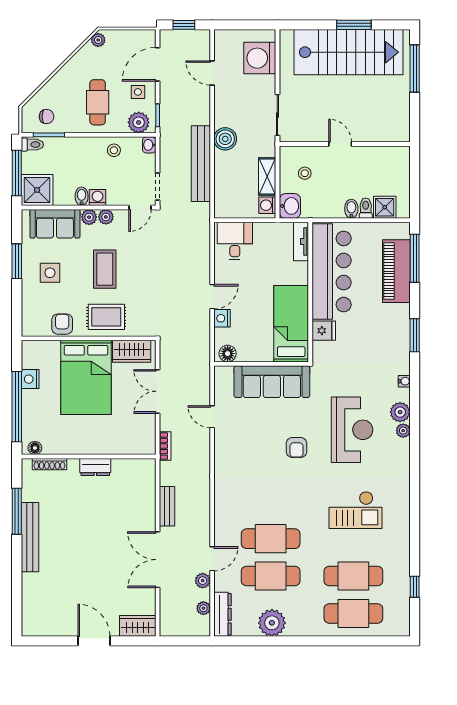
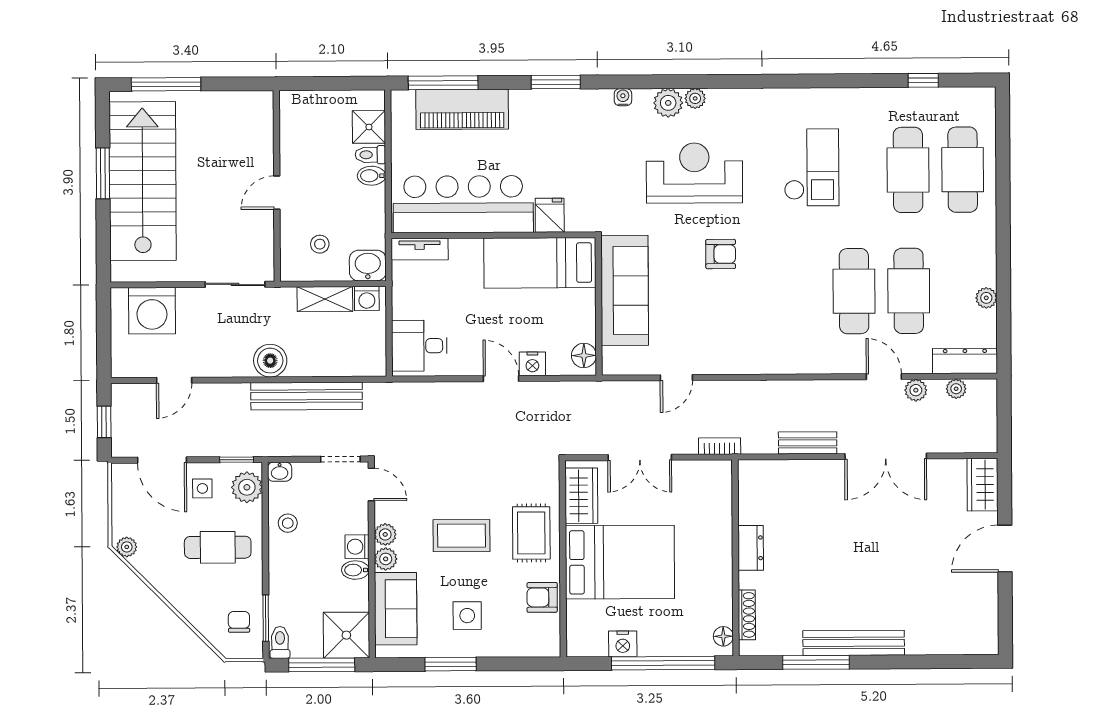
plant: (272, 623) -> (986, 298), width x0.53, depth x0.53

